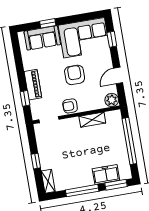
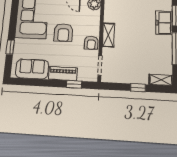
sofa: (42, 38) -> (32, 69), moved, turned -90
armchair: (75, 75) -> (63, 33), turned -90
shelving: (92, 120) -> (108, 35), moved

